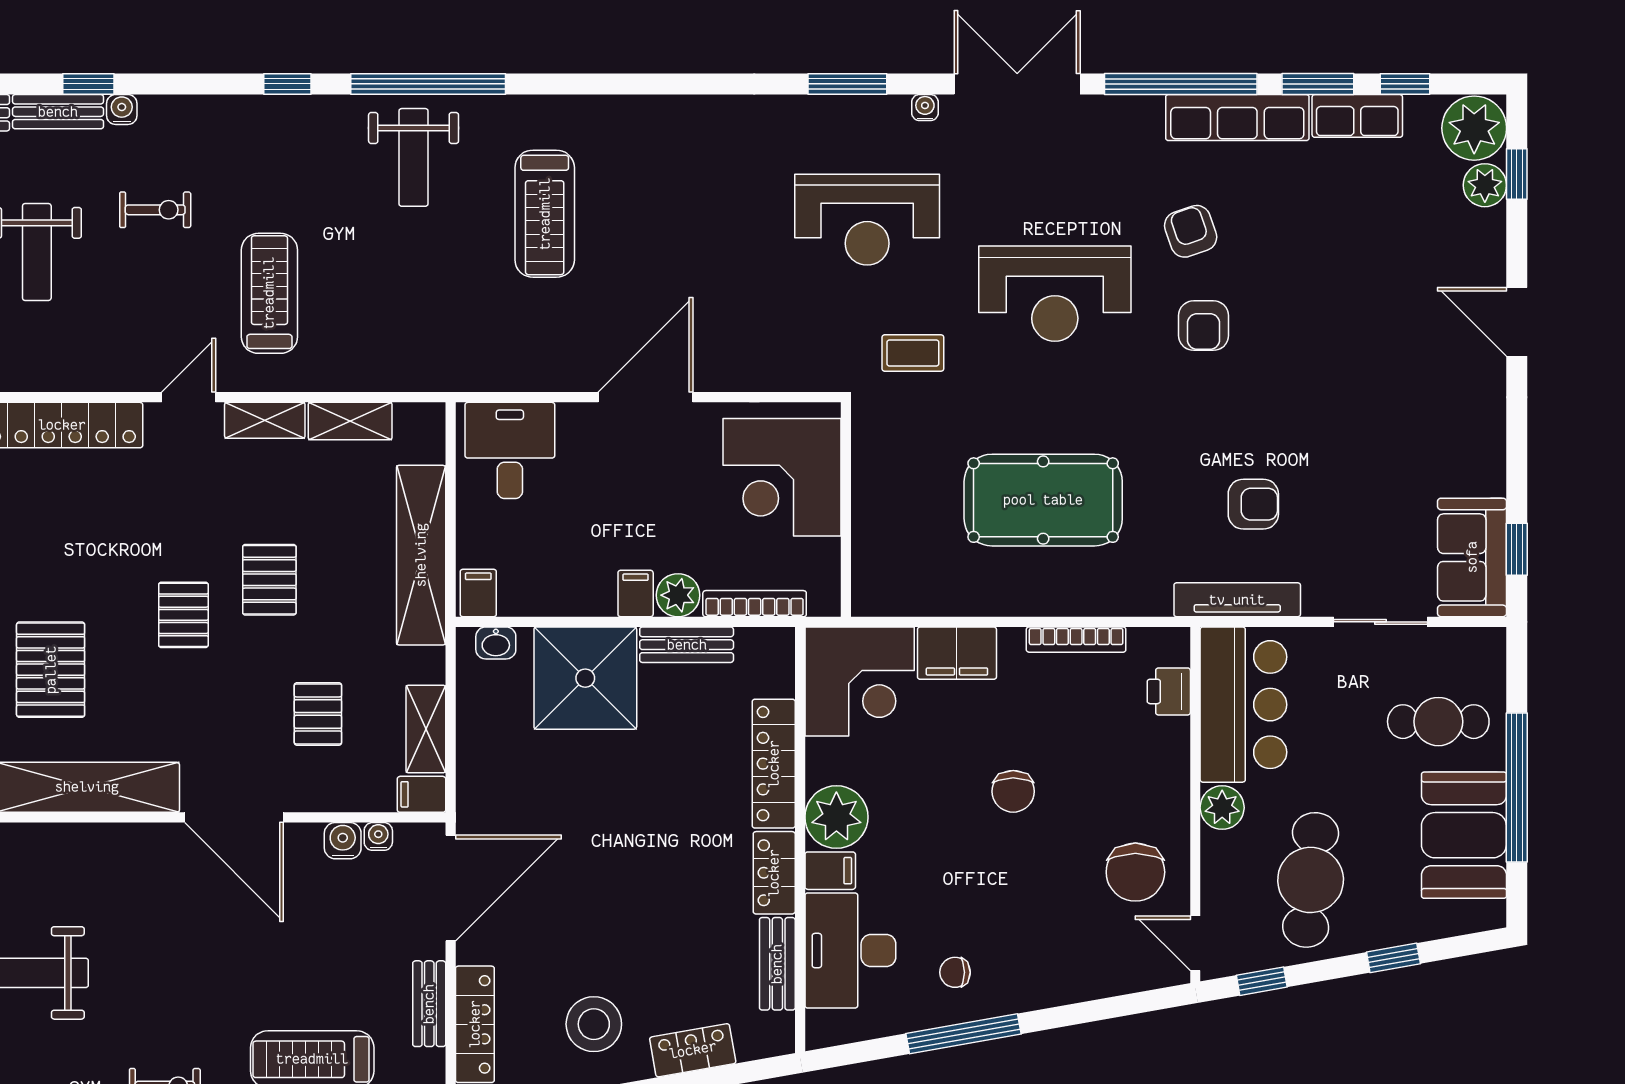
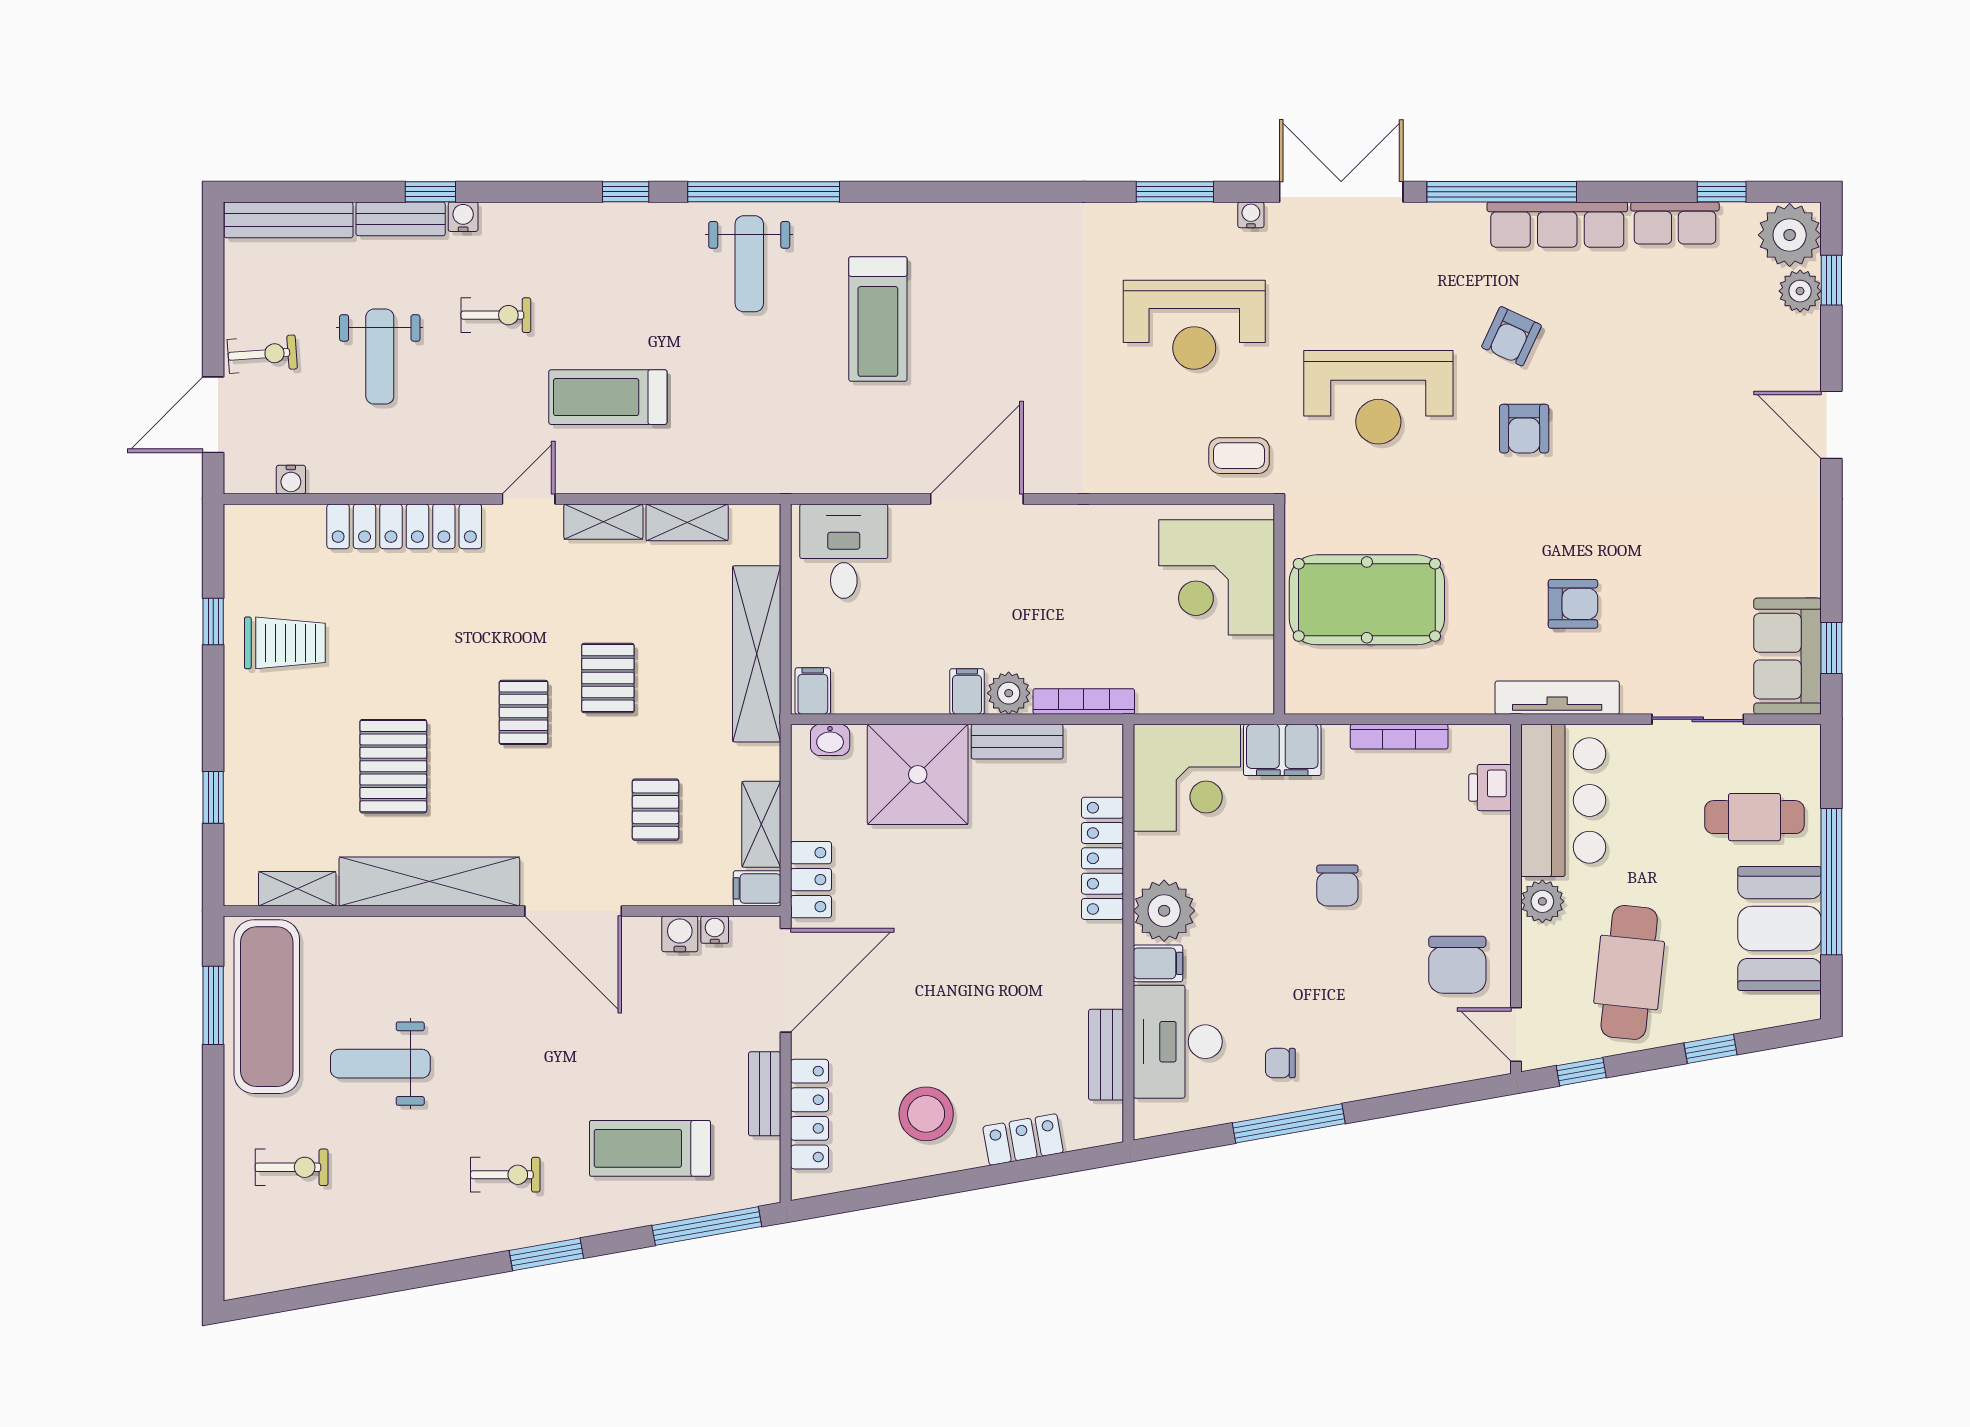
window: (1318, 84) -> (1636, 192), removed
armchair: (1191, 231) -> (1511, 336), turned -136
treadmill: (269, 293) -> (608, 397), turned -90
corner desk: (782, 477) -> (1217, 577), moved
wall: (846, 510) -> (1279, 609), moved
locker: (774, 873) -> (811, 880), moved, turned 180

